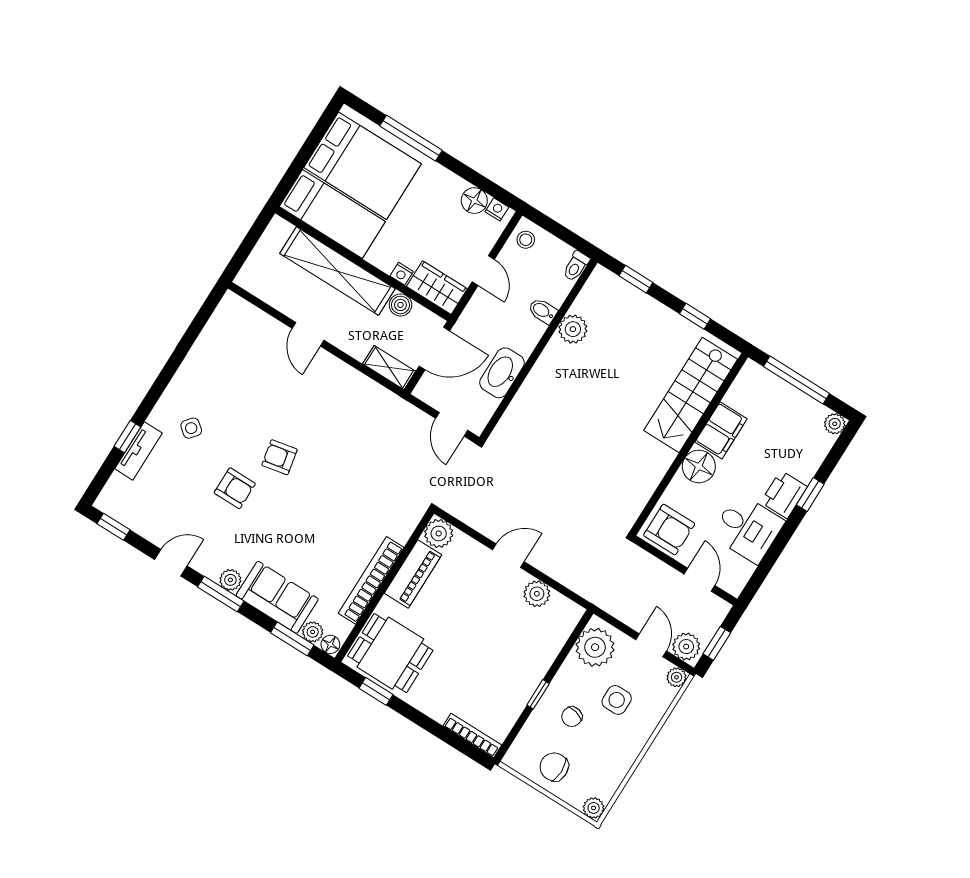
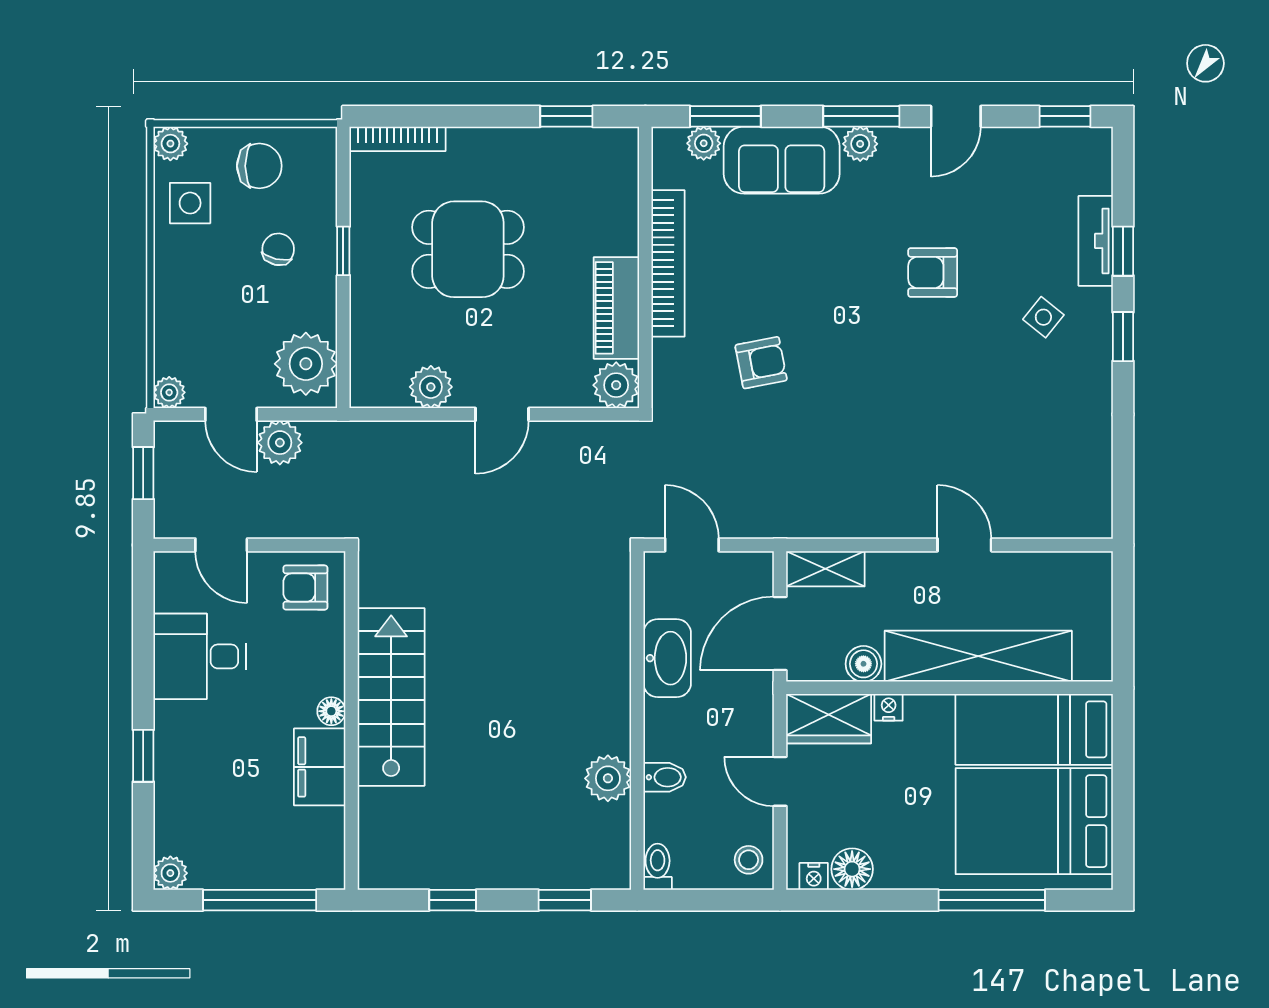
window: (156, 392) -> (1123, 337), added
stairs: (691, 395) -> (391, 697), moved
armchair: (279, 457) -> (761, 363), moved
floor lamp: (699, 466) -> (331, 711), width x0.53, depth x0.53
printer: (784, 495) -> (179, 733), removed
armchair: (669, 530) -> (305, 588), width x0.72, depth x0.72
floor lamp: (330, 644) -> (669, 141), removed
plant: (686, 647) -> (280, 443), moved
dining table: (390, 653) -> (468, 249), moved
side table: (617, 700) -> (190, 203), moved

